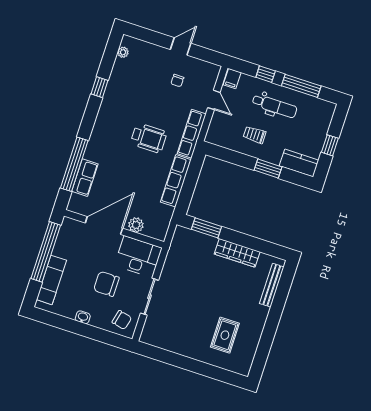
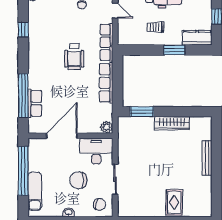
wheelchair: (149, 138) -> (74, 57), turned 90
plant: (136, 225) -> (106, 127), moved
bench: (272, 285) -> (207, 158), moved
rug: (225, 335) -> (174, 202), moved

